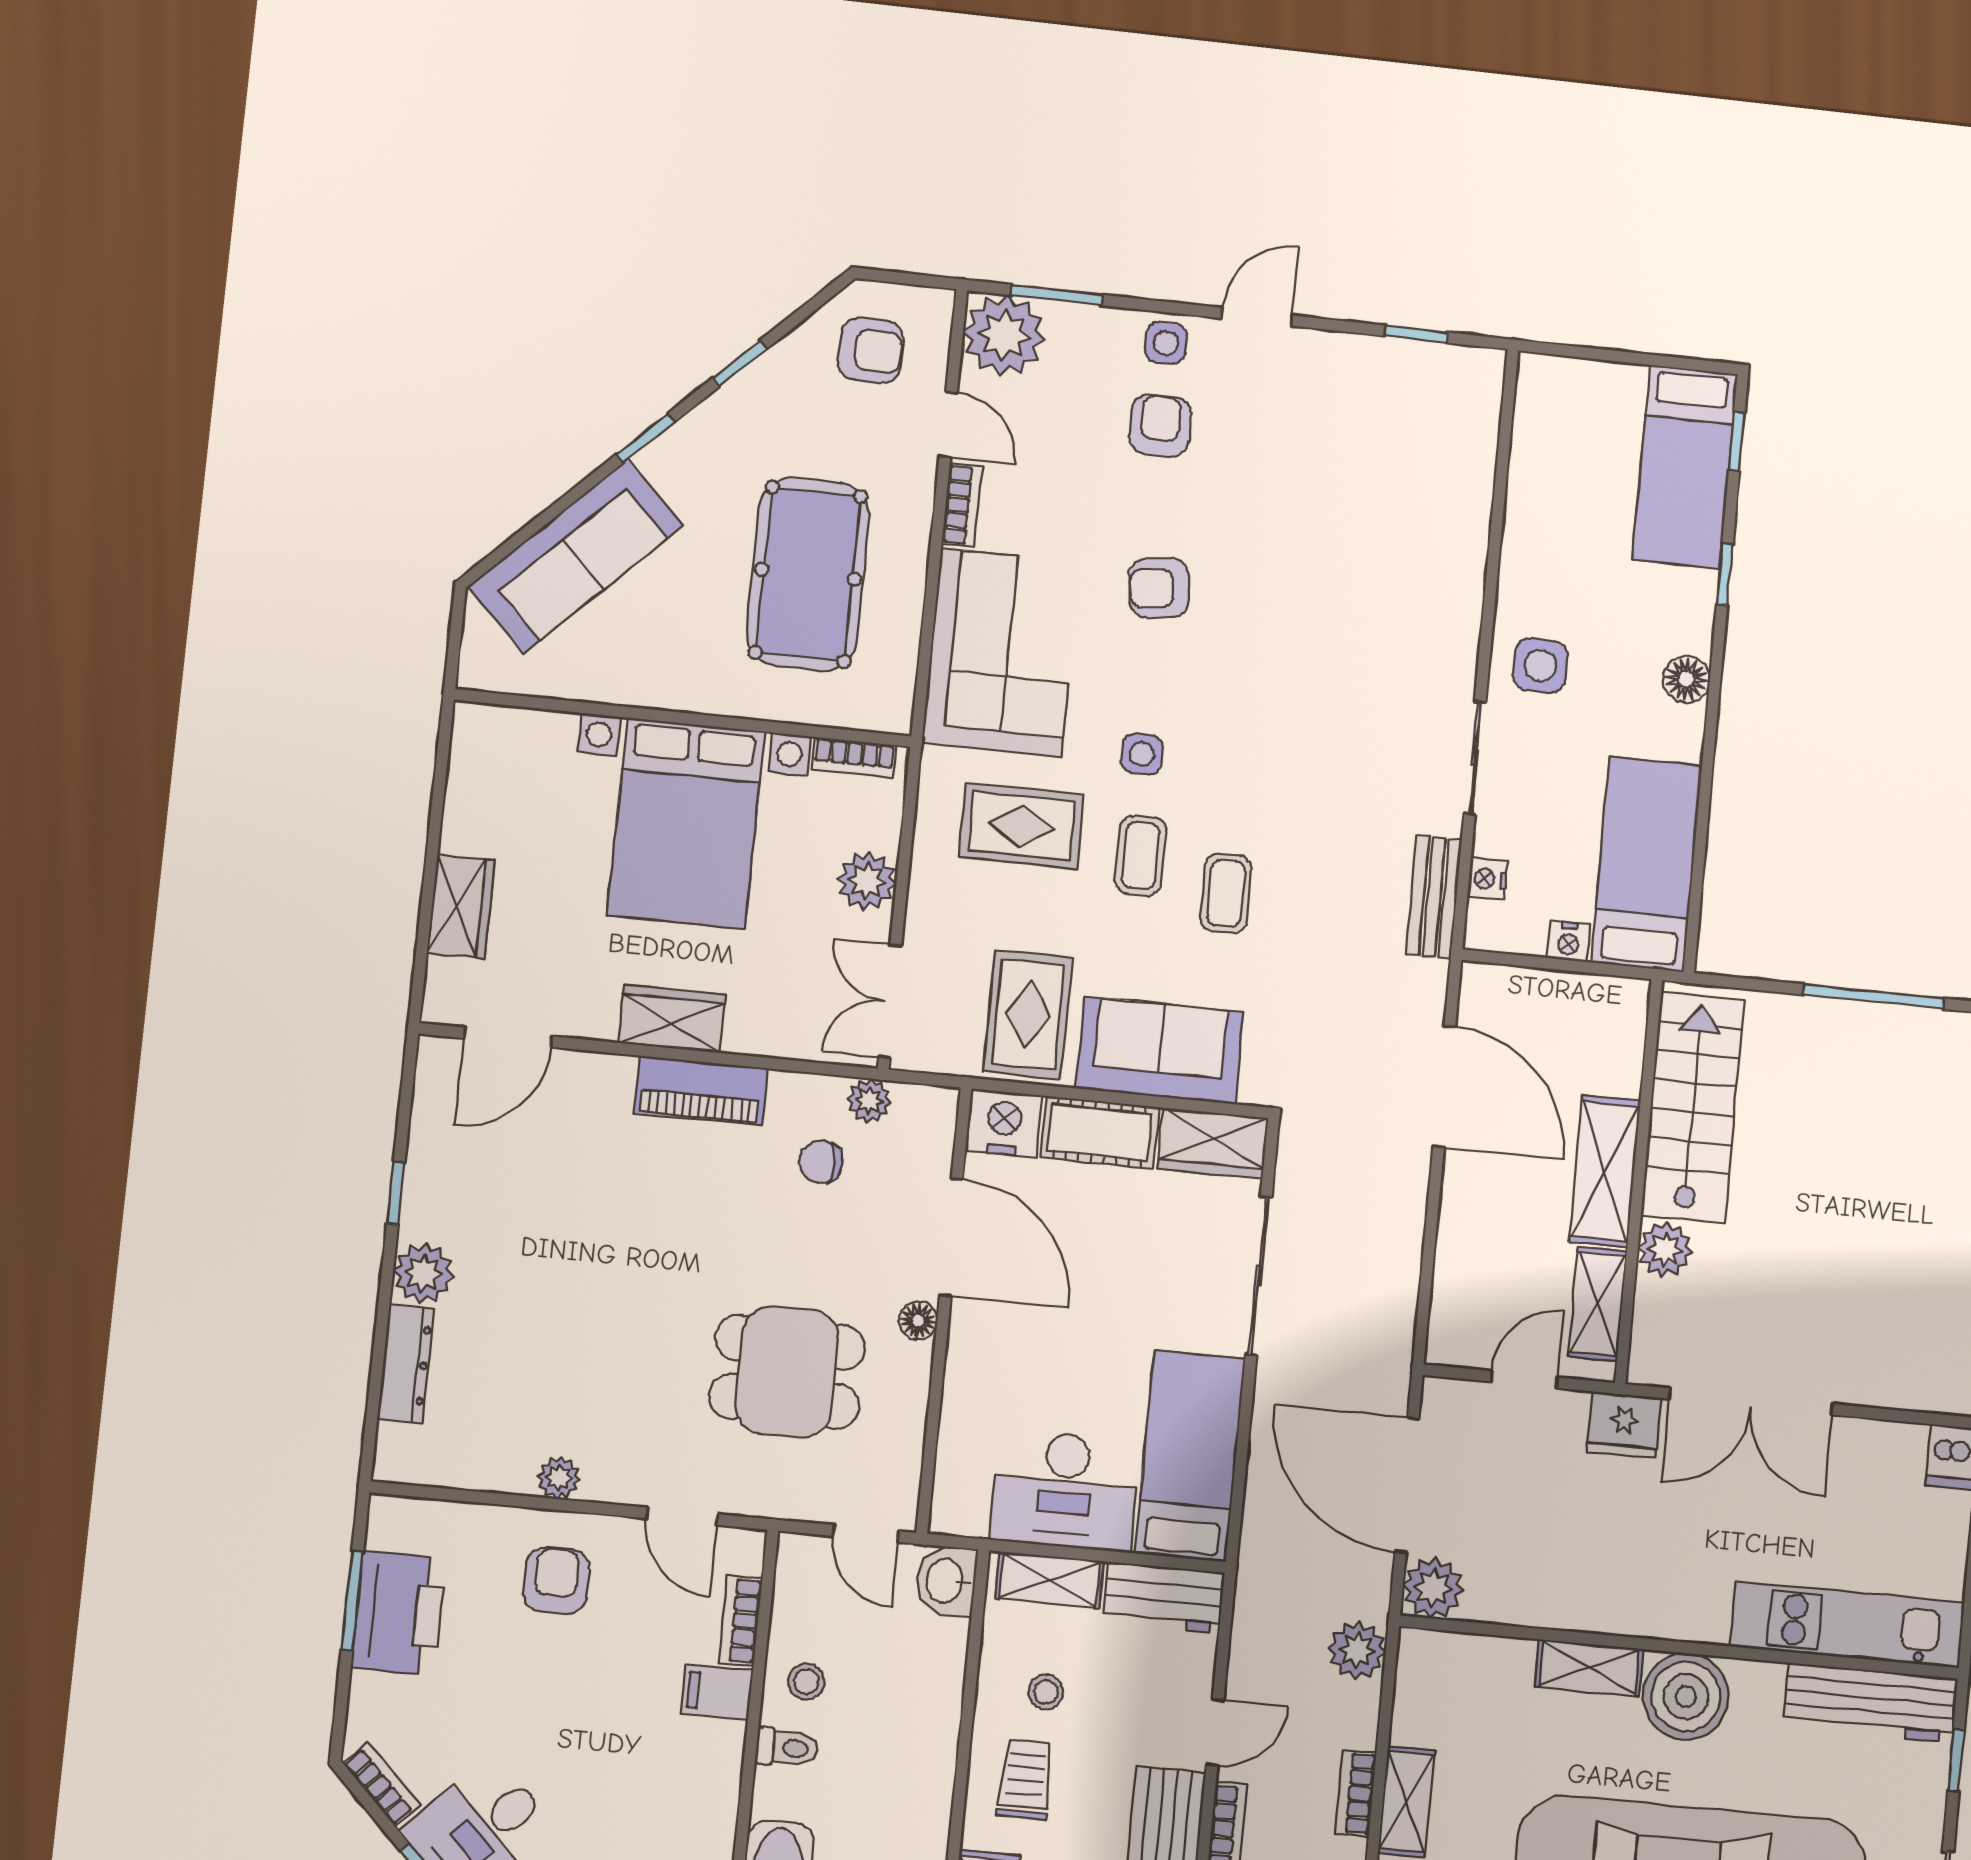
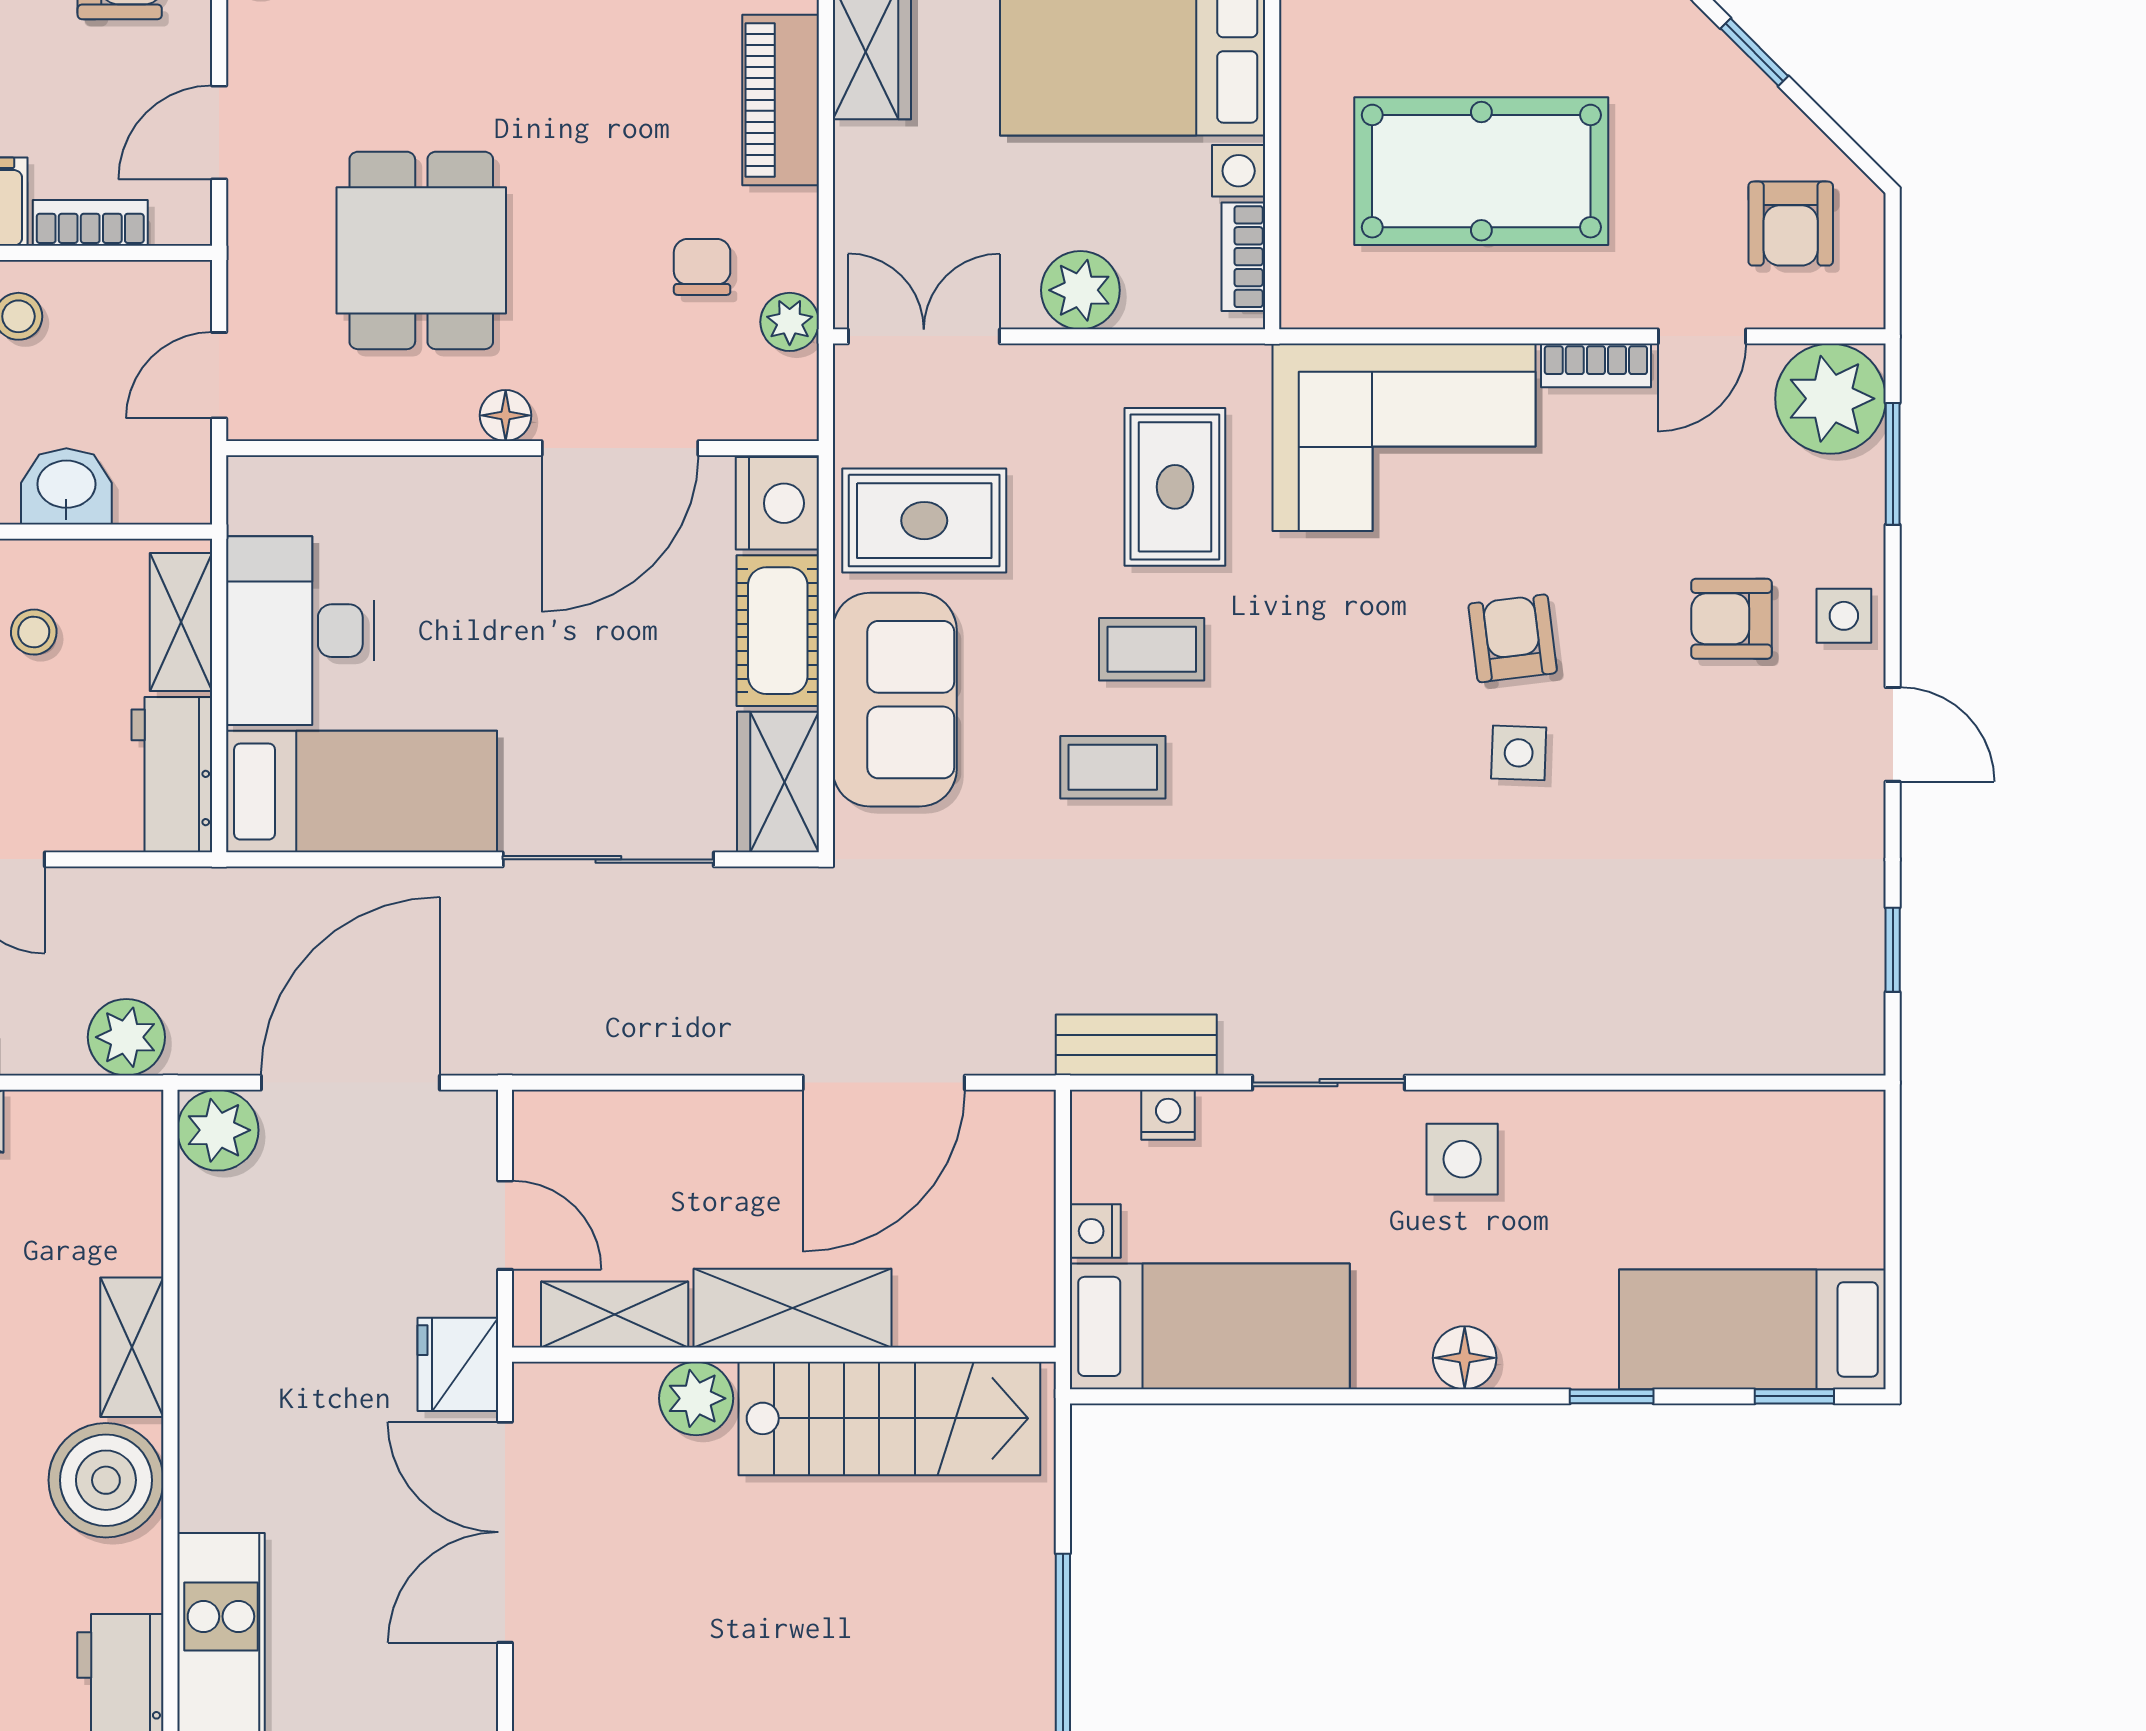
armchair: (1160, 426) -> (1731, 619), turned 180
side table: (1142, 754) -> (1519, 753), moved
washbasin: (946, 1581) -> (66, 486), moved

